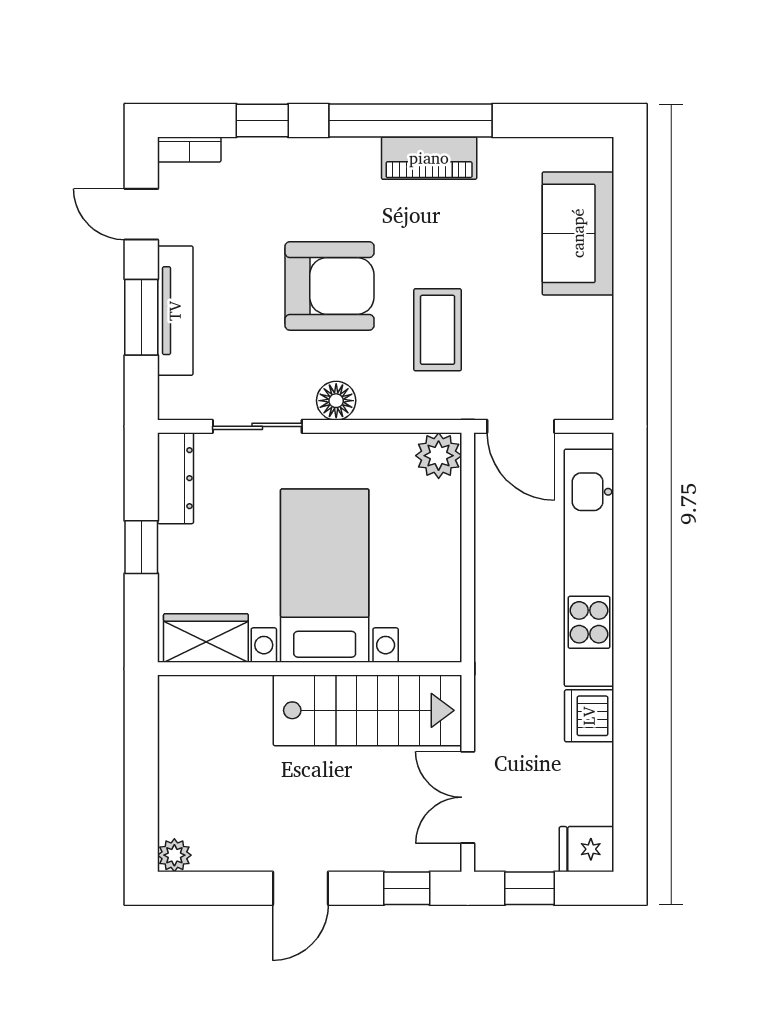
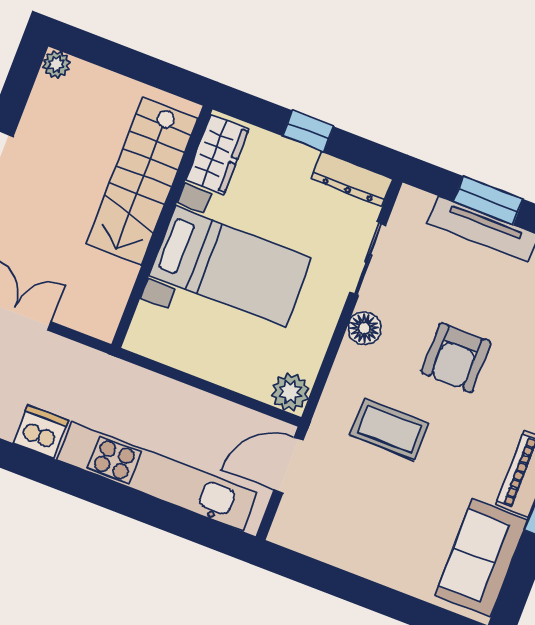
sofa: (578, 233) -> (481, 558), moved, turned -90
armchair: (329, 286) -> (456, 358), width x0.73, depth x0.73
stairs: (368, 710) -> (142, 181), moved

